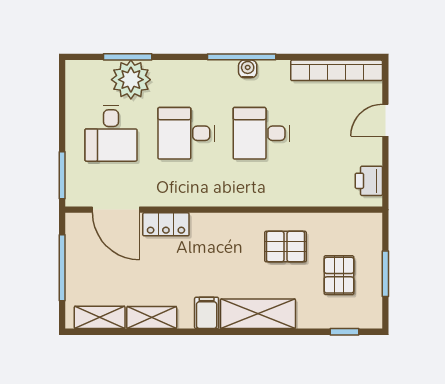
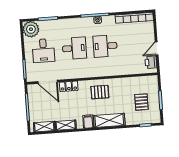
plant: (131, 80) -> (31, 29), moved
door: (385, 120) -> (157, 48), moved
desk: (186, 133) -> (74, 48), turned 180
pallet: (285, 247) -> (100, 92), moved

